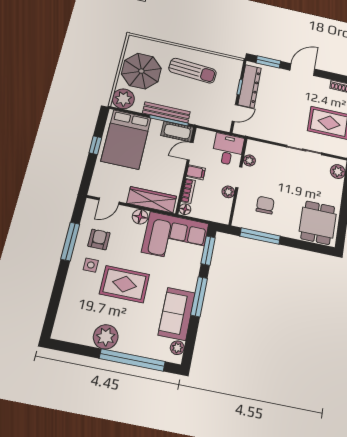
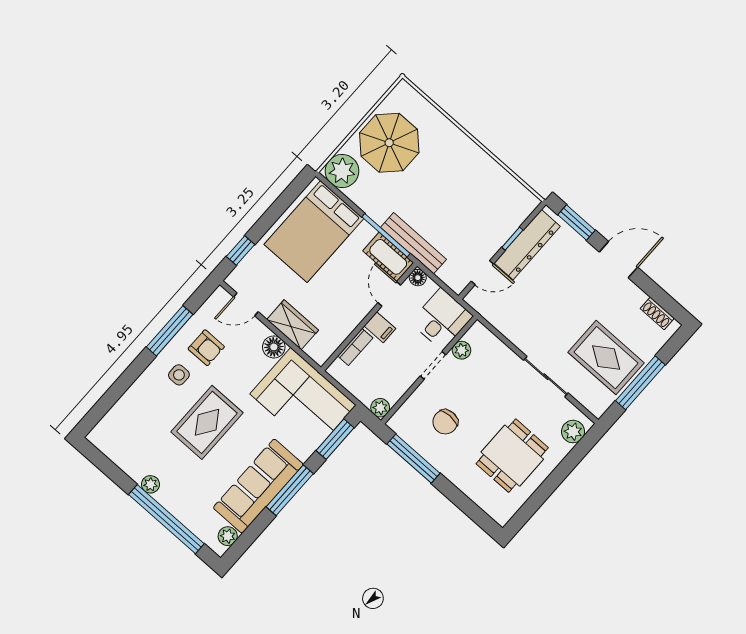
sun lounger: (193, 71) -> (461, 179), removed
bench: (166, 112) -> (414, 243), moved
window: (95, 145) -> (240, 251), moved
door: (190, 151) -> (389, 294), hinge flipped
plant: (228, 192) -> (380, 408), moved
wardrobe: (152, 200) -> (293, 325), width x0.67
chair: (265, 205) -> (445, 422), turned 180
floor lamp: (185, 209) -> (418, 278), moved
dining table: (318, 223) -> (512, 456), moved
armchair: (99, 239) -> (206, 348), turned 90
rug: (125, 284) -> (207, 422), turned 90
sofa: (177, 314) -> (258, 486), width x1.36
plant: (106, 337) -> (150, 484), width x0.53, depth x0.53

